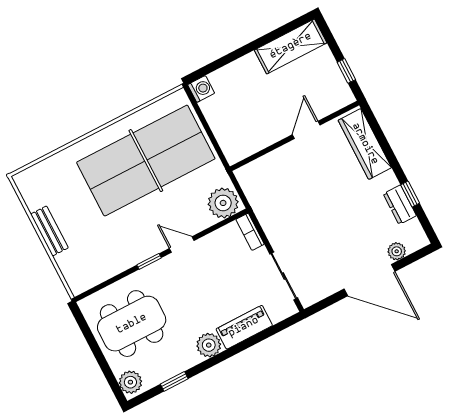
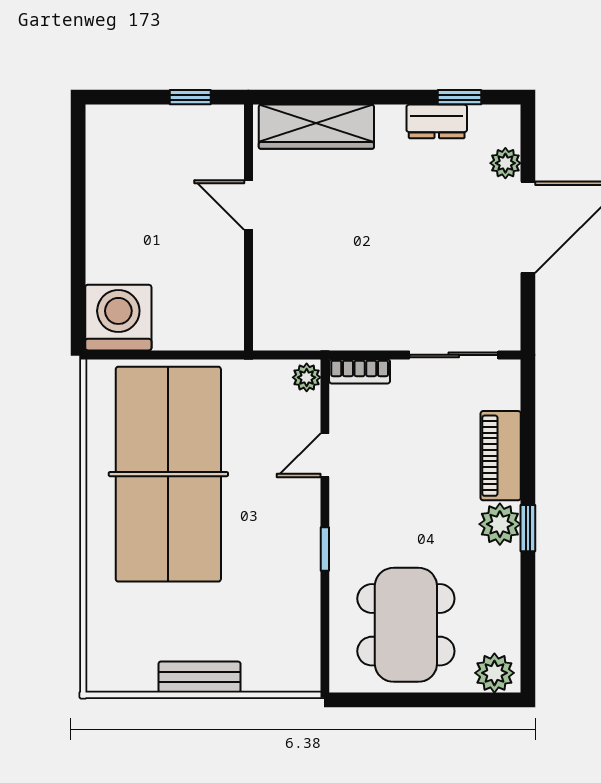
shelving: (291, 46) -> (109, 163), removed
washing machine: (201, 89) -> (118, 318), width x1.89, depth x1.89
window: (410, 194) -> (459, 97), moved
plant: (223, 203) -> (307, 377), width x0.53, depth x0.53
door: (182, 244) -> (325, 455), moved
window: (174, 381) -> (528, 528), moved

